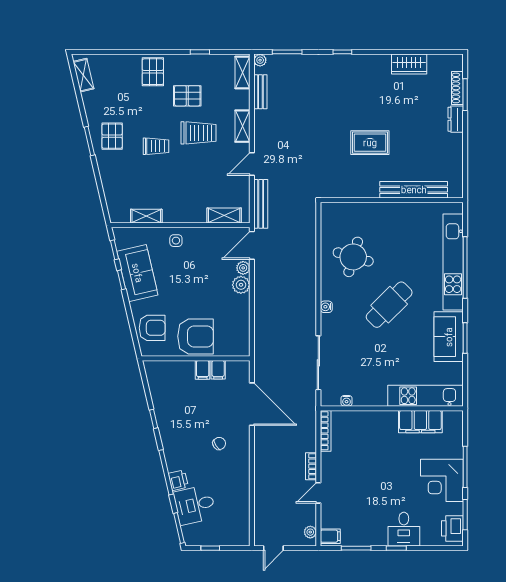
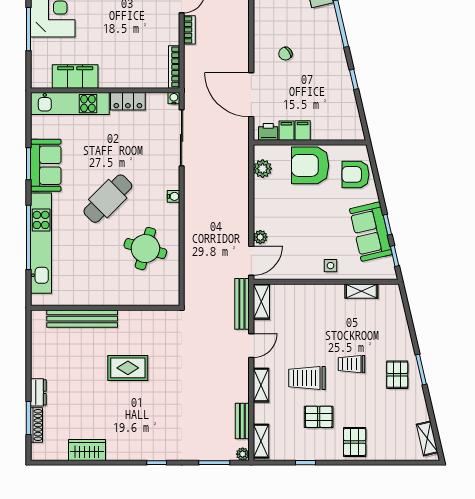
shelving: (224, 215) -> (261, 302), moved, turned 90
plant: (241, 285) -> (263, 169), moved
locker: (370, 398) -> (128, 101), added
water cooler: (347, 401) -> (174, 98), moved
printer: (178, 480) -> (268, 132), moved, turned 103

